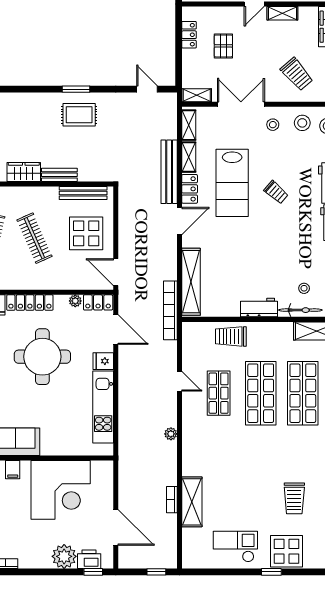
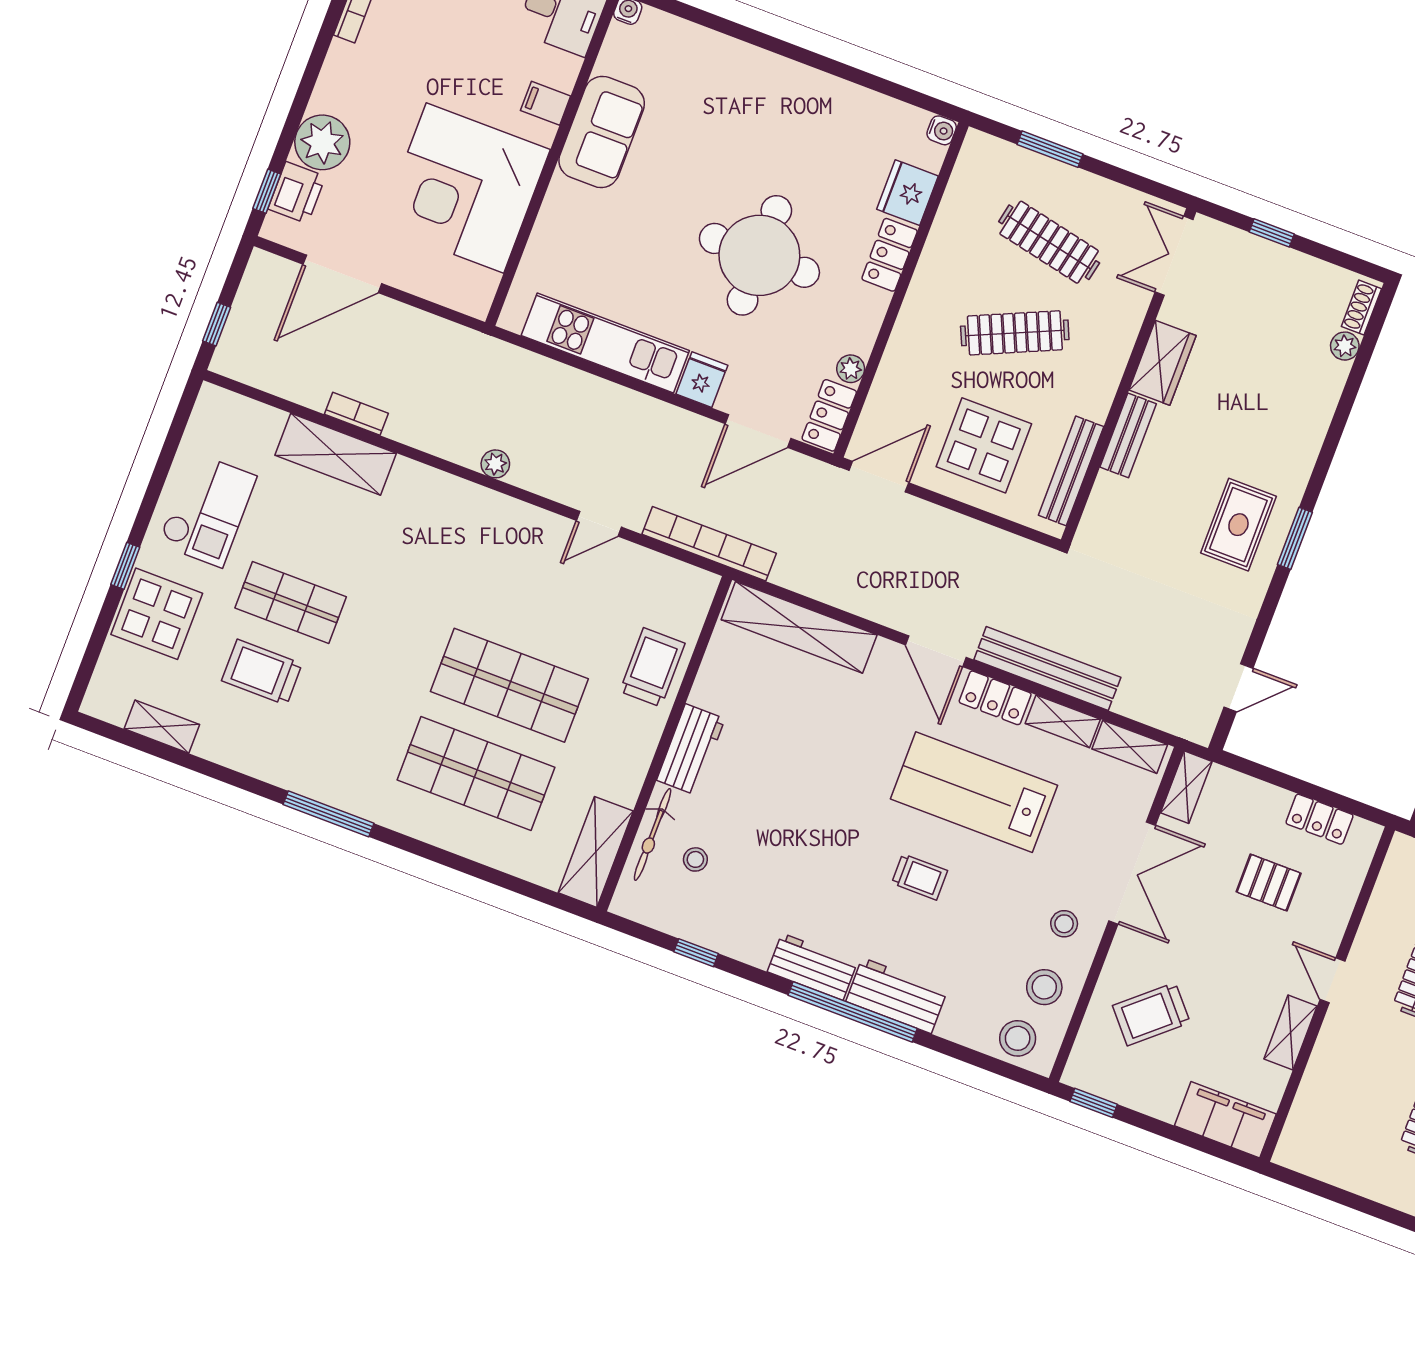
trolley: (276, 192) -> (920, 877), turned -131
locker: (30, 303) -> (890, 255), width x0.66
bookcase: (170, 310) -> (709, 544), moved
shop shelf: (219, 393) -> (291, 602), moved

